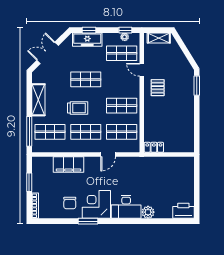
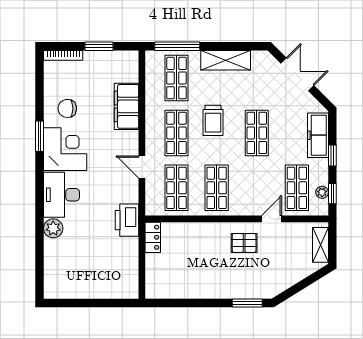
window: (89, 30) -> (332, 155), moved
printer: (183, 211) -> (127, 220), moved, turned 180

